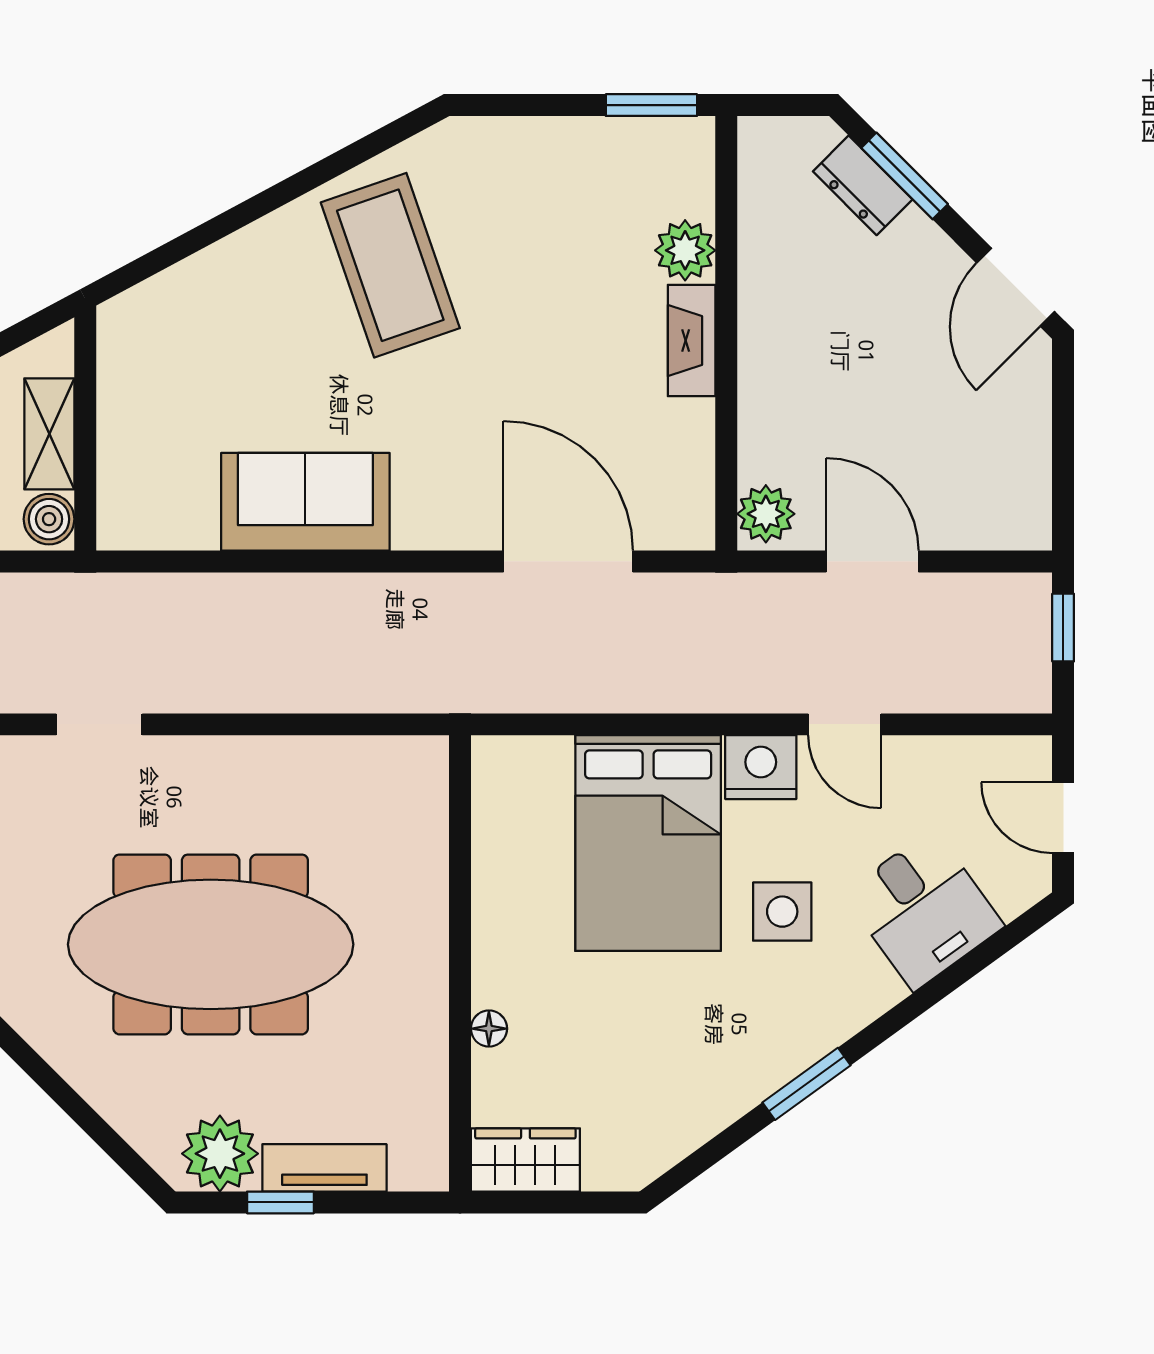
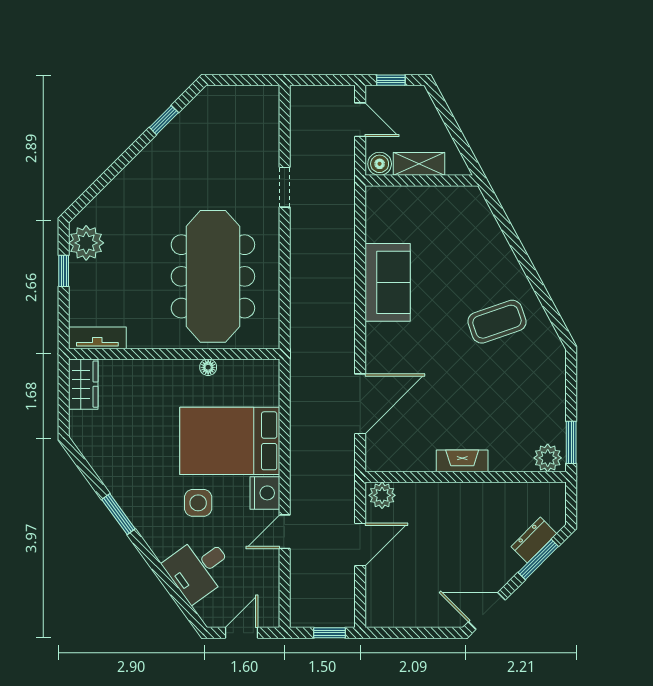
plant: (685, 250) -> (548, 458), moved
coffee table: (390, 265) -> (497, 322), width x0.73, depth x0.76
meeting table: (211, 944) -> (213, 276), moved
floor lamp: (489, 1029) -> (208, 367), moved
tv unit: (324, 1168) -> (97, 338), moved, turned -90

